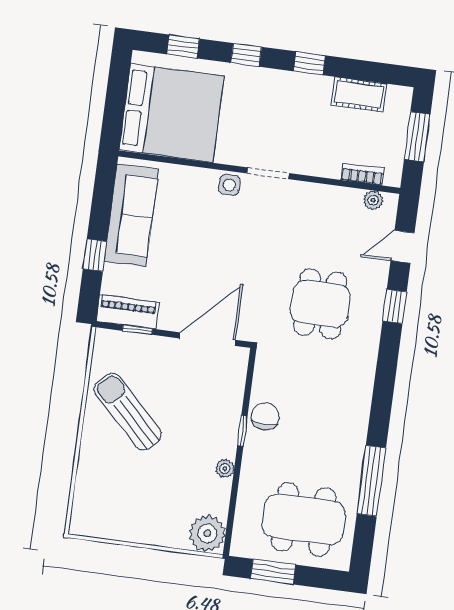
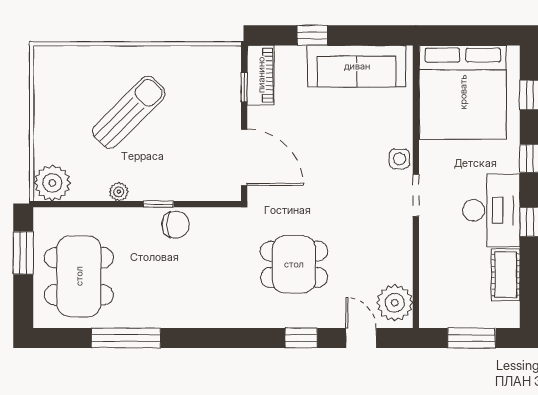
desk: (293, 100) -> (491, 210), added
bookcase: (362, 174) -> (427, 289), removed
plant: (373, 200) -> (395, 303), width x1.87, depth x1.87
sun lounger: (128, 412) -> (129, 112), moved

